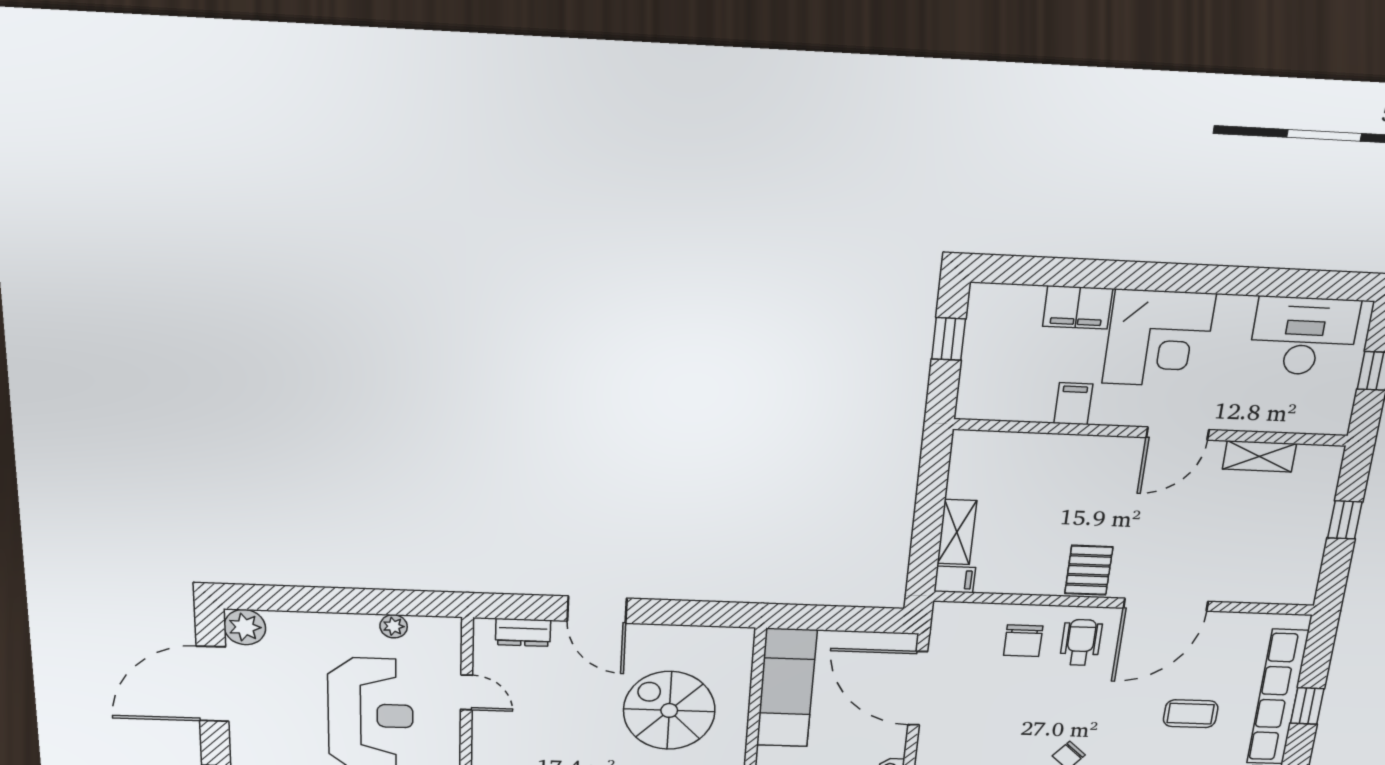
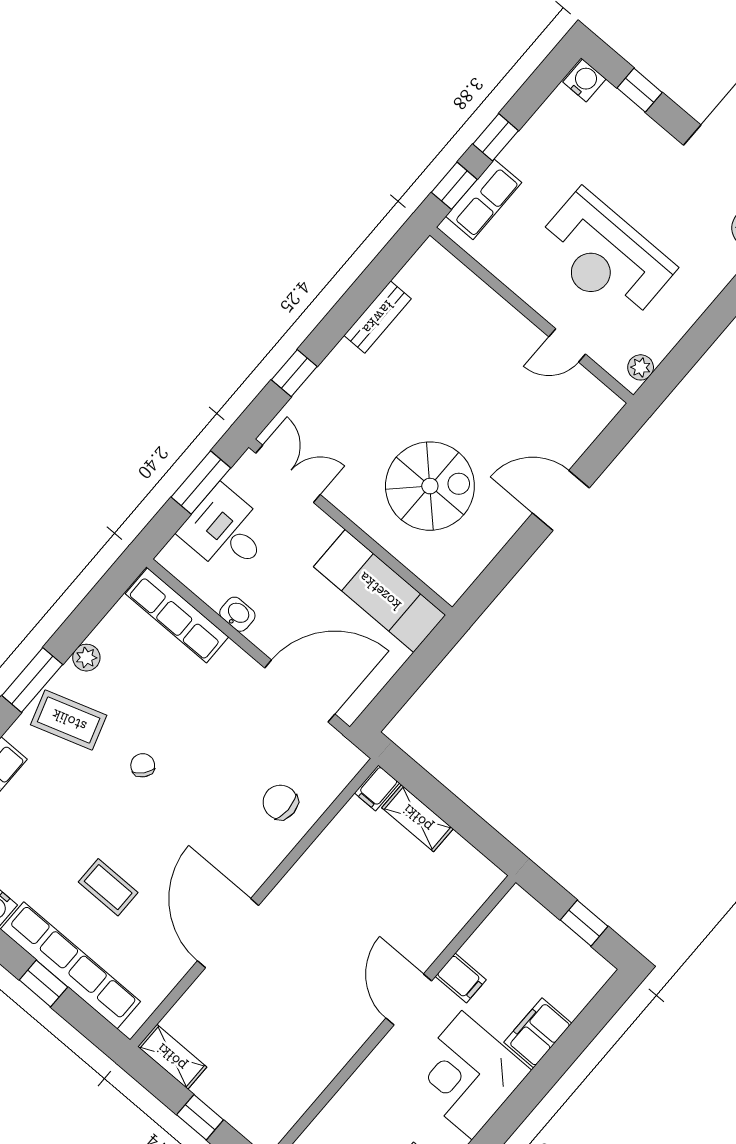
door: (1178, 434) -> (409, 1000), moved
shelving: (1259, 456) -> (172, 1057), moved, turned 90
pallet: (1089, 570) -> (306, 895), removed
plant: (394, 626) -> (641, 367), moved
dresser: (523, 632) -> (585, 430), removed
wheelchair: (1081, 642) -> (244, 846), removed
coffee table: (1191, 714) -> (108, 887), turned 90

